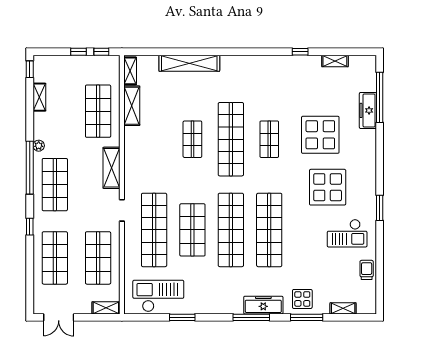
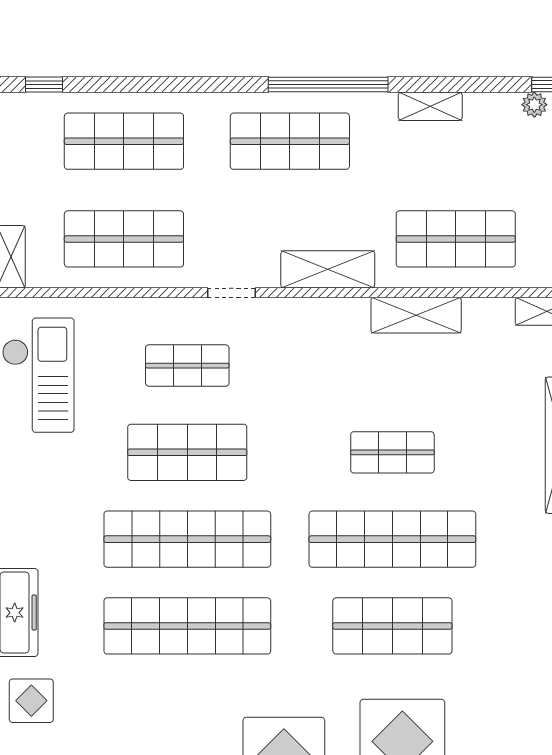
shelving: (39, 97) -> (430, 106), moved
shelving: (132, 106) -> (416, 315), moved
shop shelf: (269, 139) -> (392, 626), width x1.43, depth x1.36
plant: (39, 146) -> (534, 105), moved
window: (30, 227) -> (44, 85), moved
shop shelf: (154, 230) -> (187, 366), width x0.50, depth x0.74

